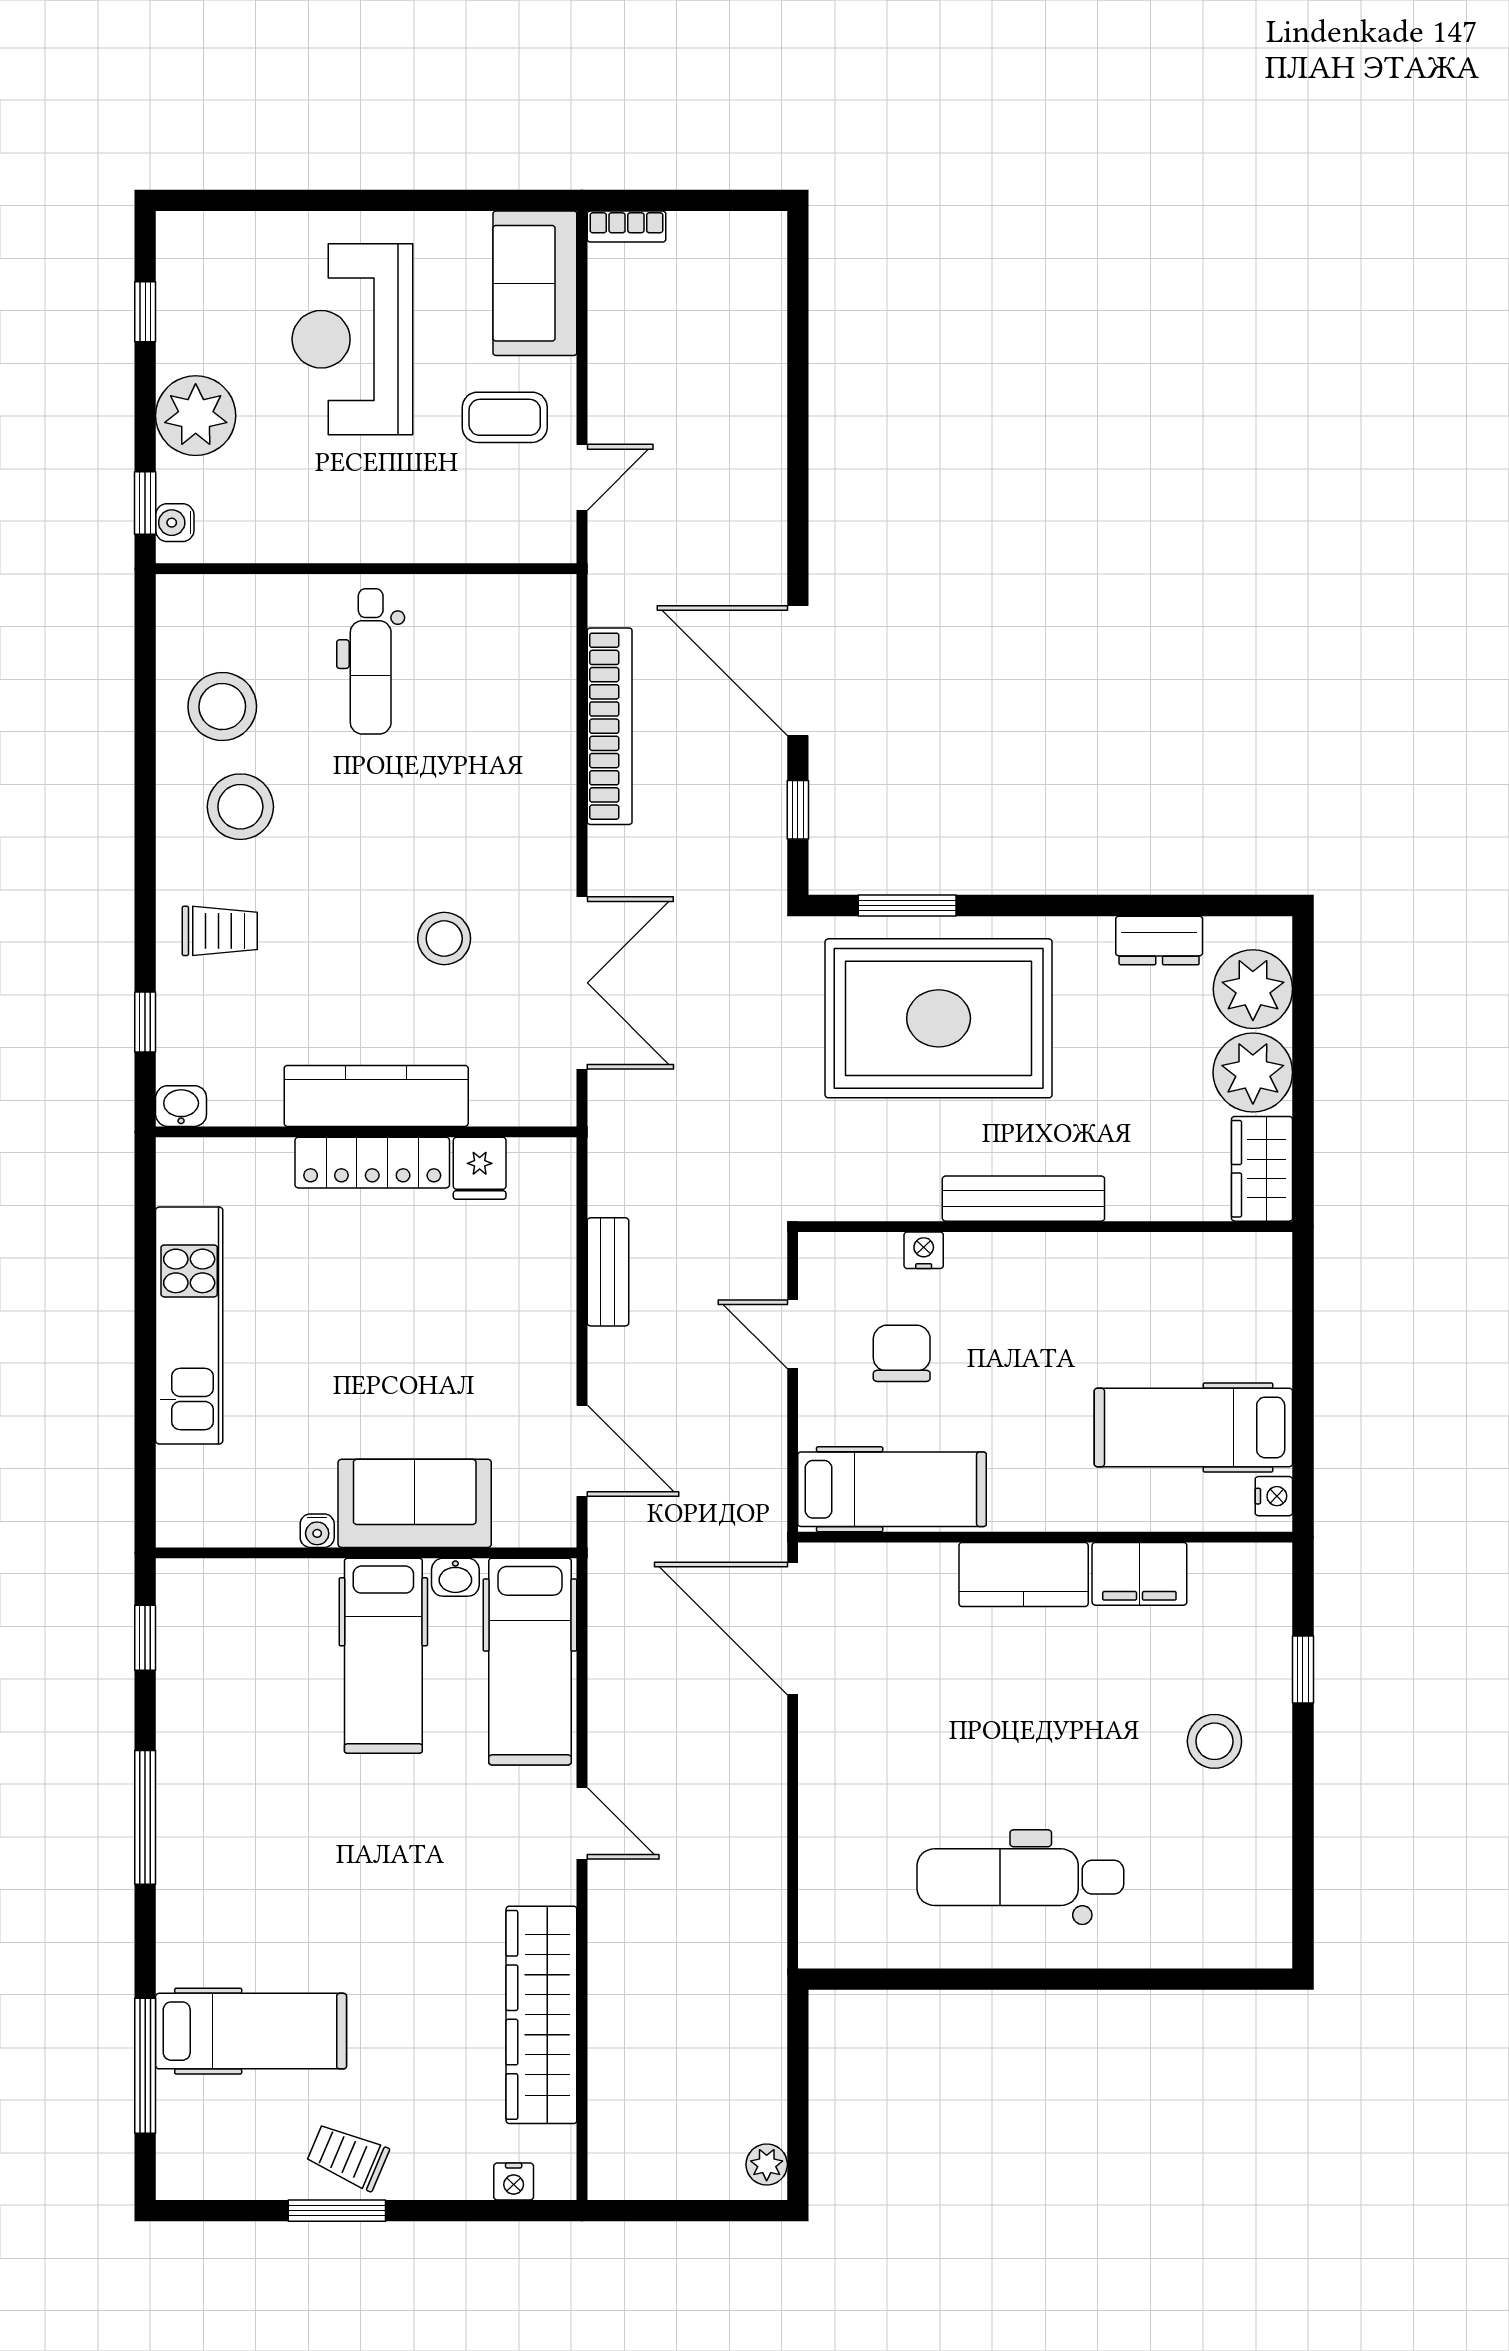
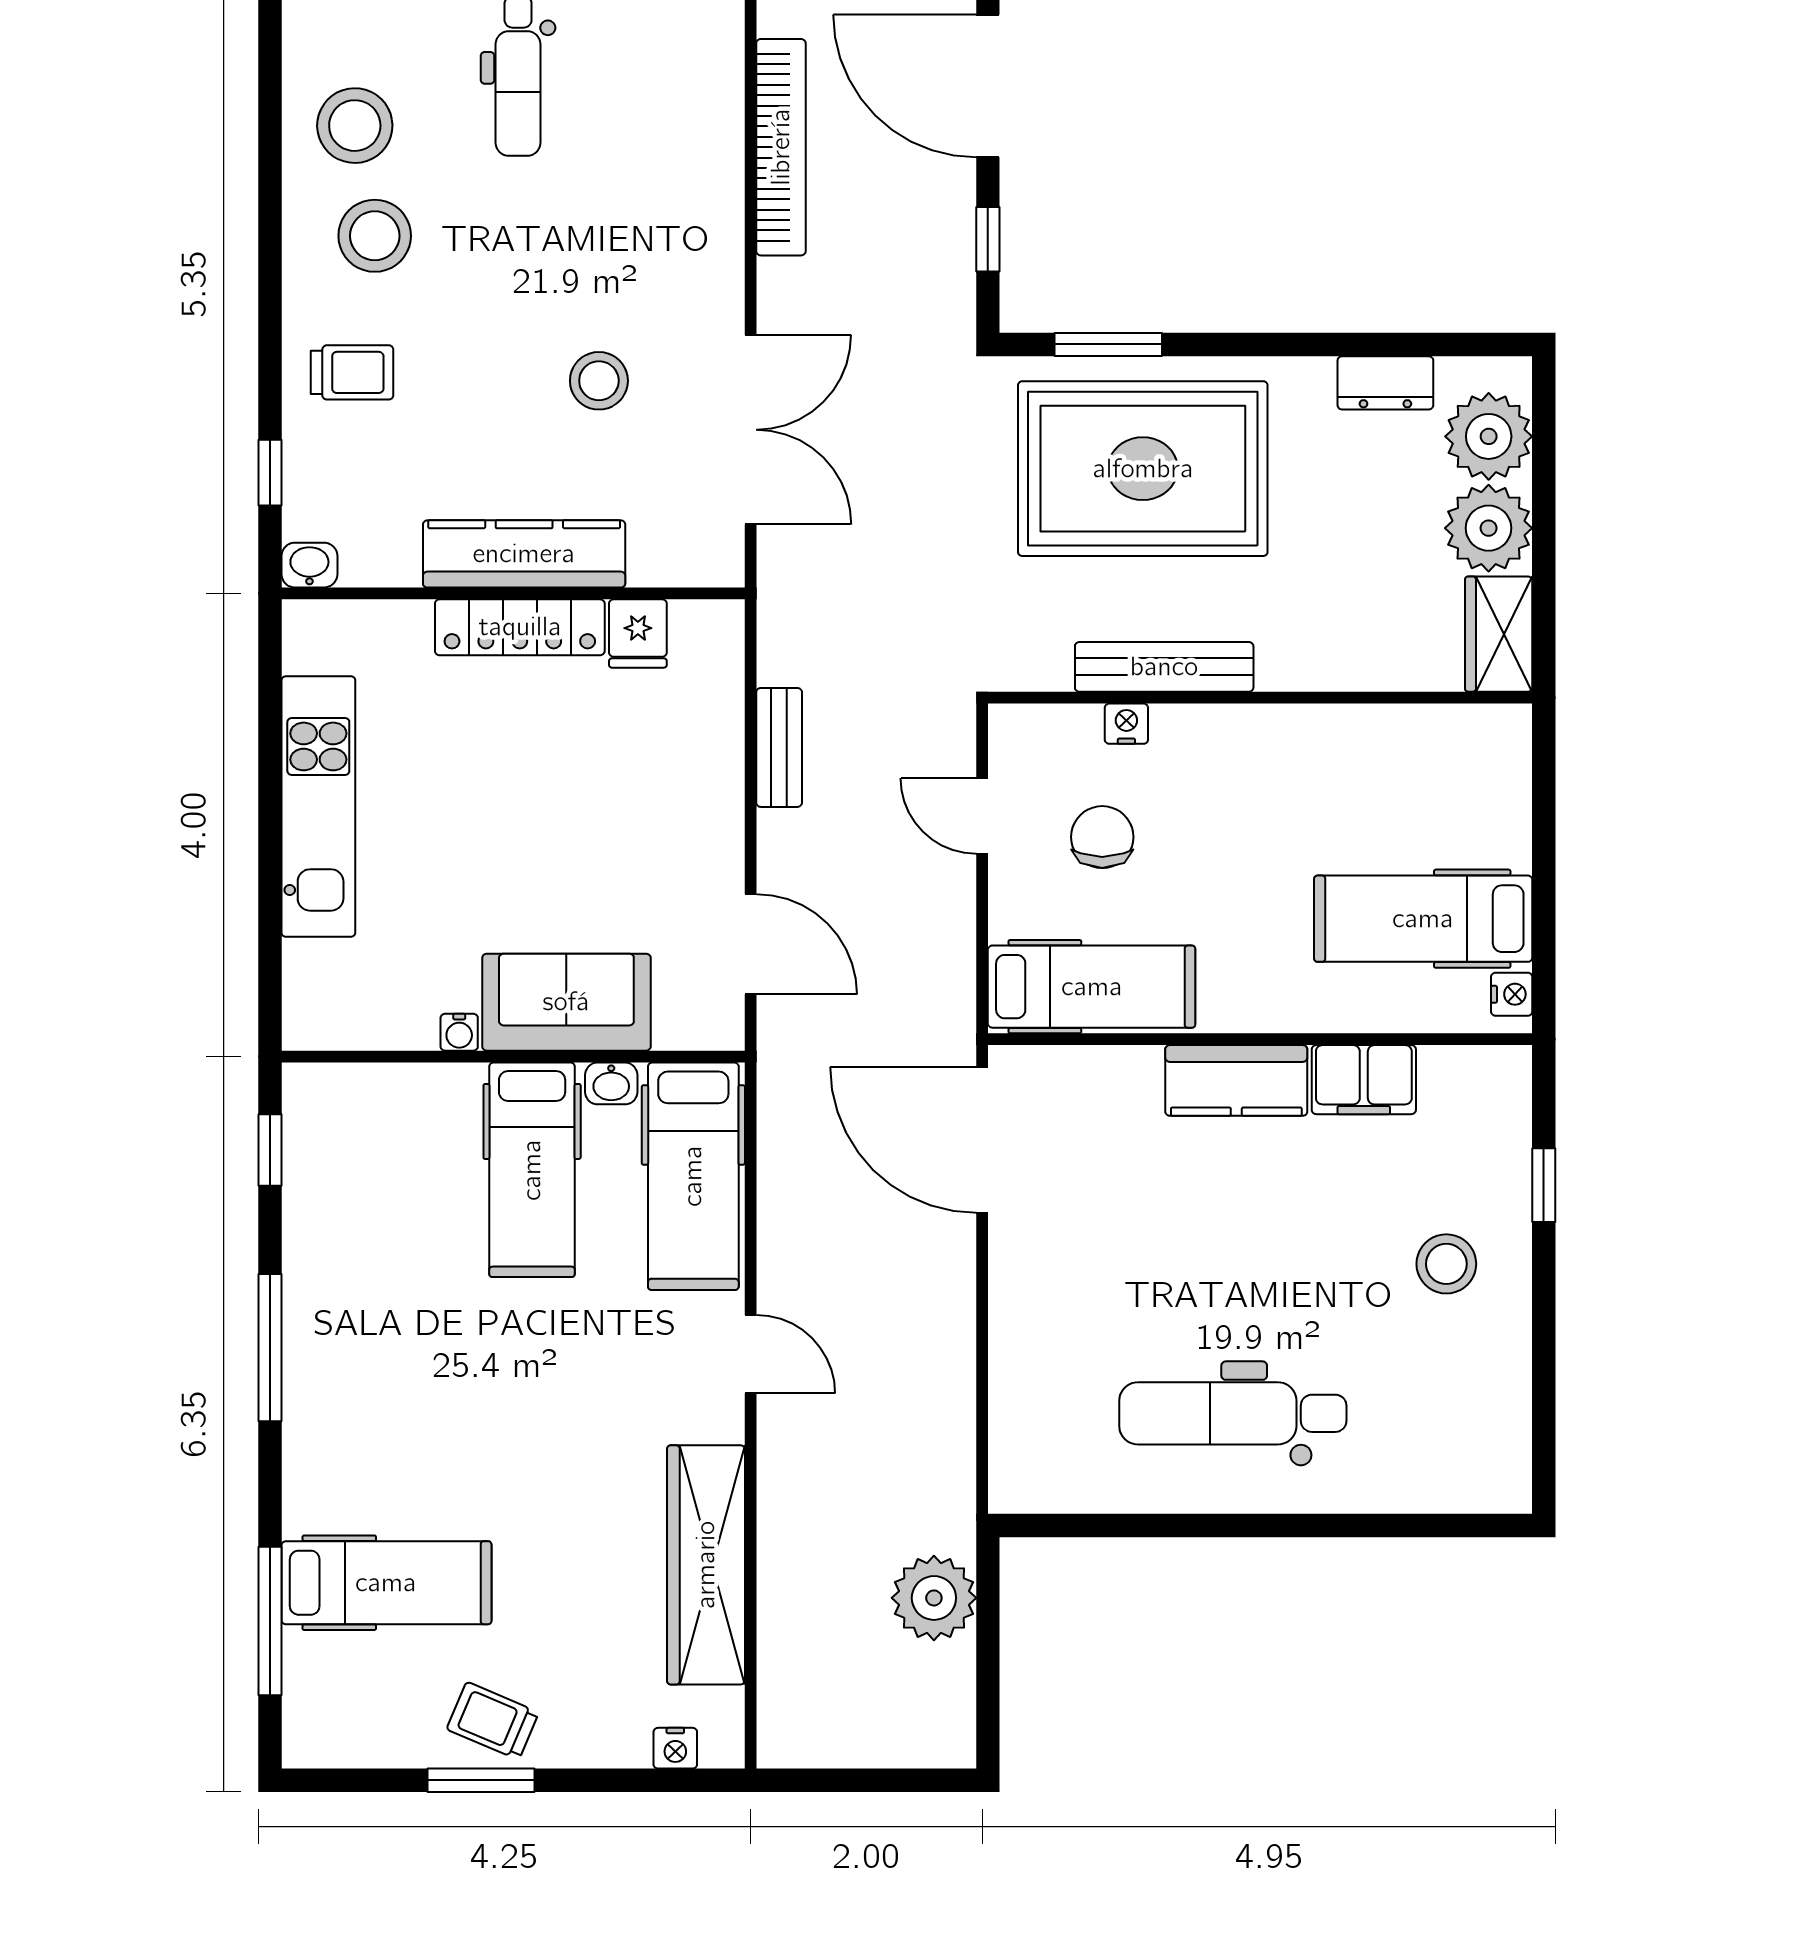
bench: (1023, 1199) -> (1164, 667), moved
plant: (767, 2165) -> (934, 1598), moved, width x1.88, depth x1.88

